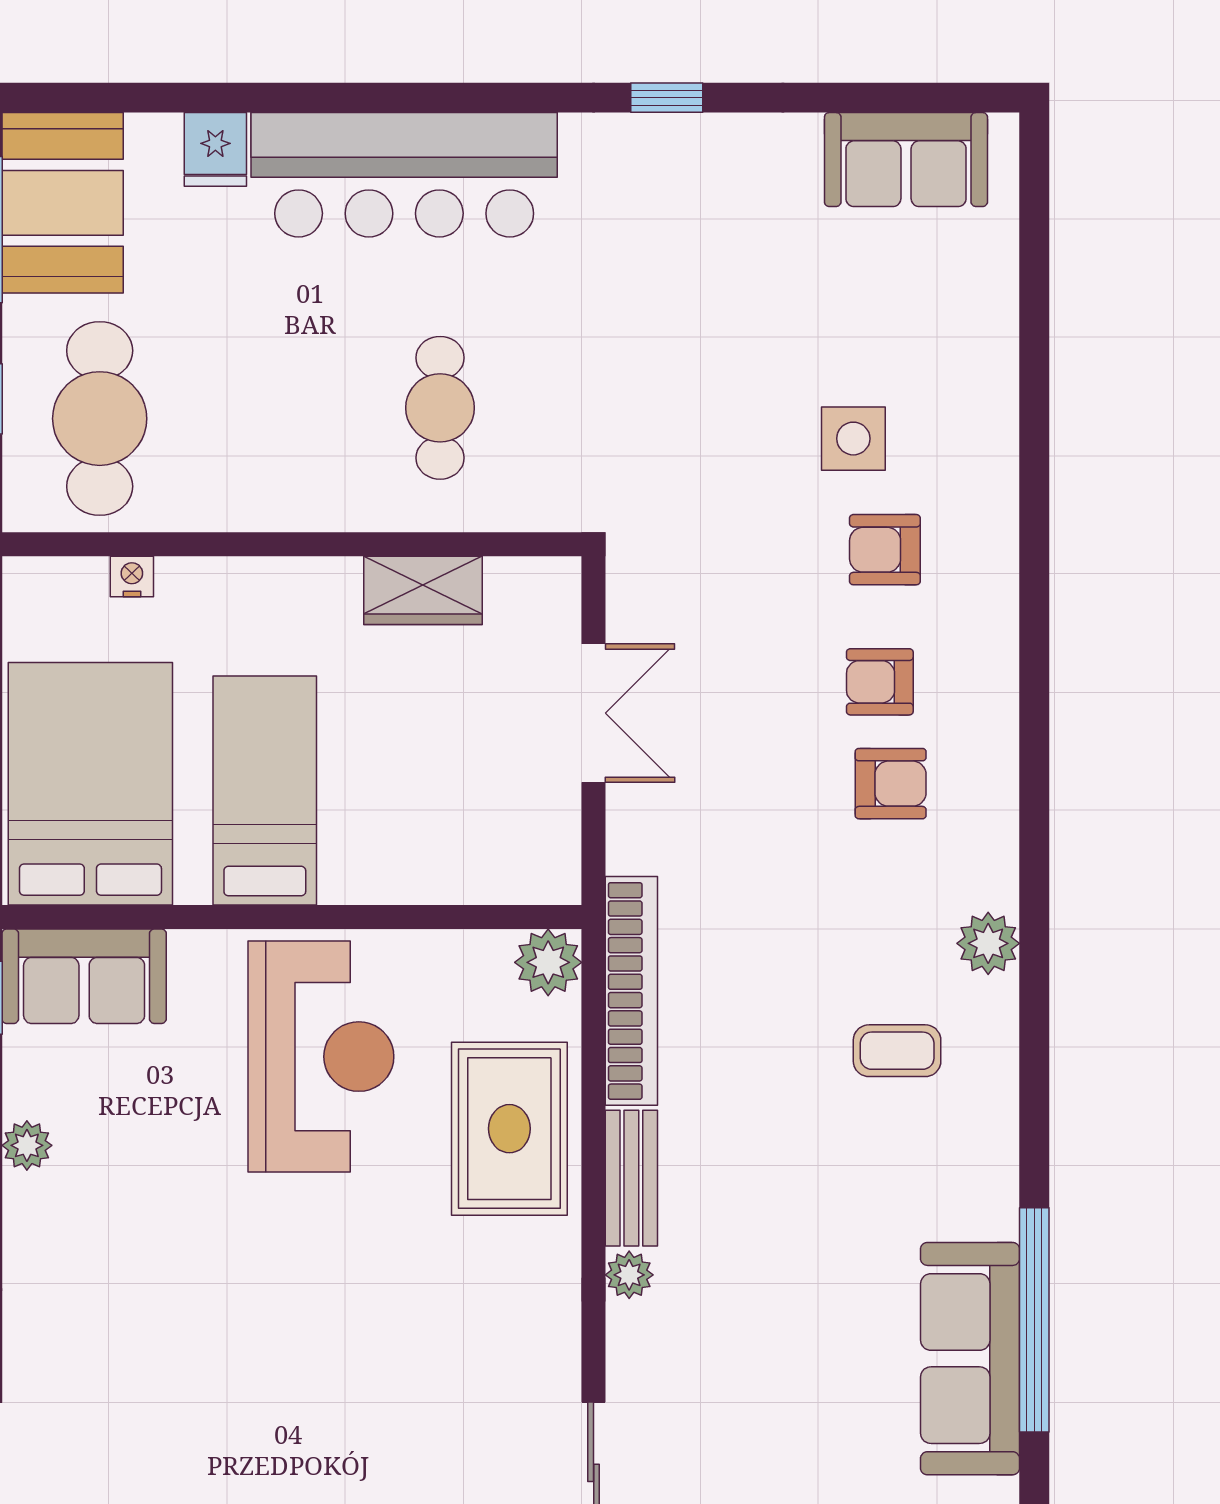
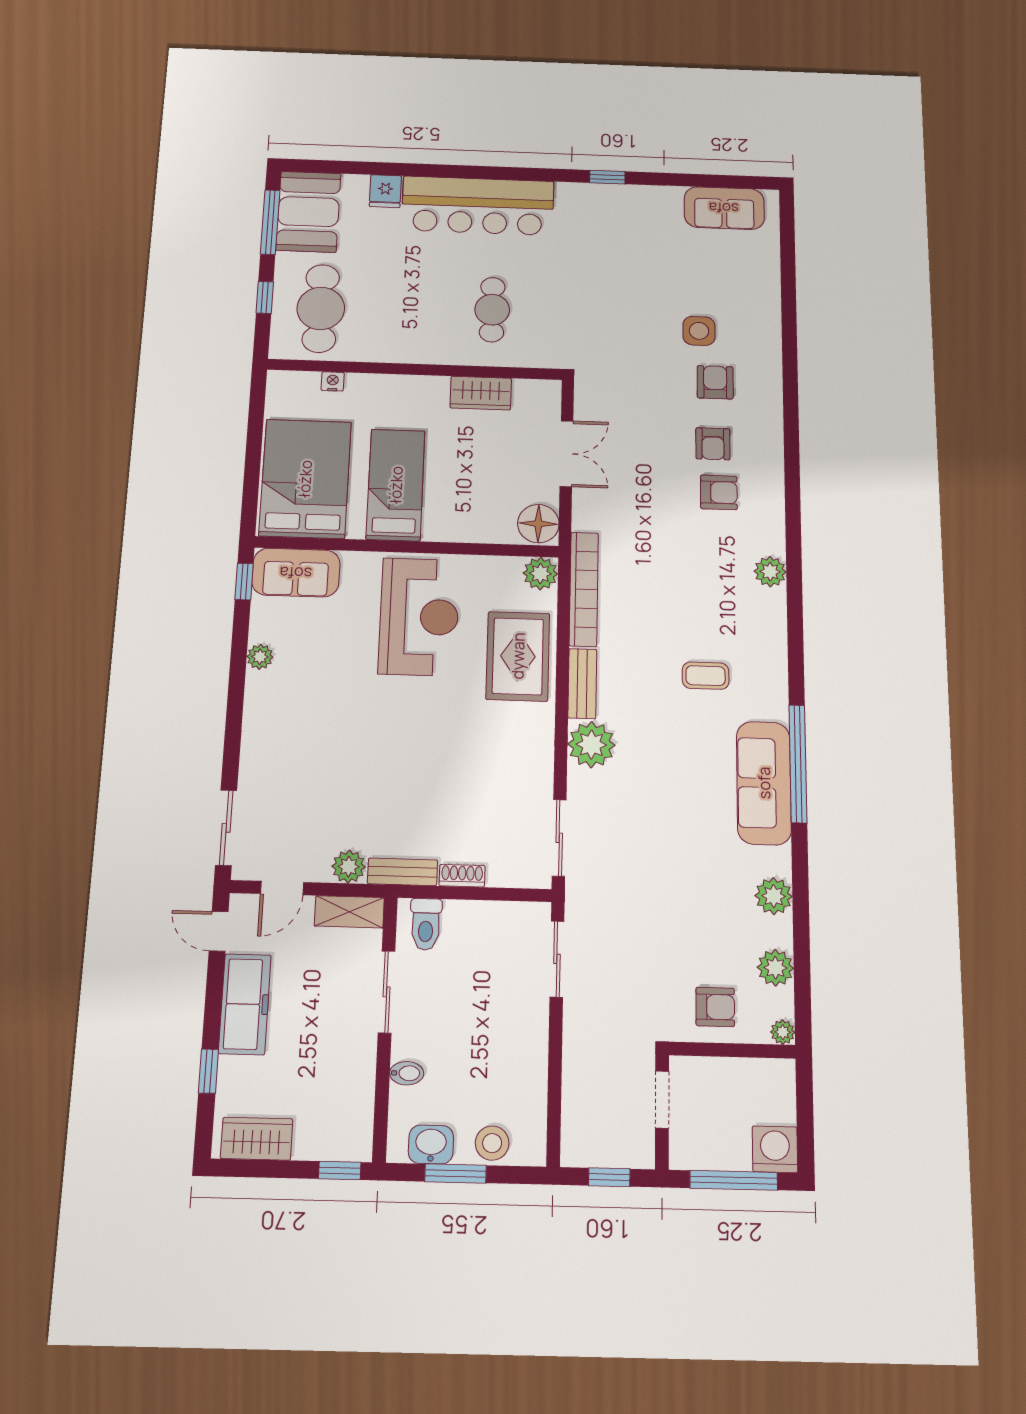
armchair: (885, 550) -> (715, 382), turned 90
armchair: (880, 682) -> (713, 444), turned -90
floor lamp: (542, 861) -> (538, 524), added
coffee table: (897, 1051) -> (706, 676), moved
plant: (629, 1275) -> (591, 745), width x1.88, depth x1.88

